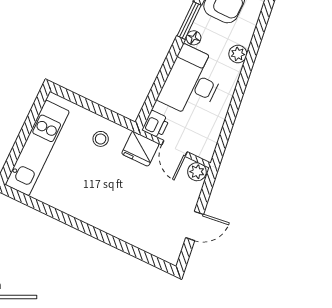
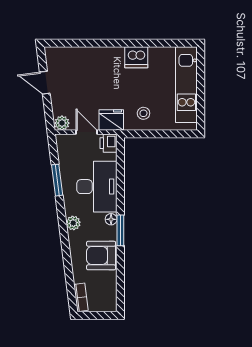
window: (233, 111) -> (57, 180), added
dishwasher: (79, 205) -> (136, 57), added
door: (195, 226) -> (45, 83), hinge flipped

